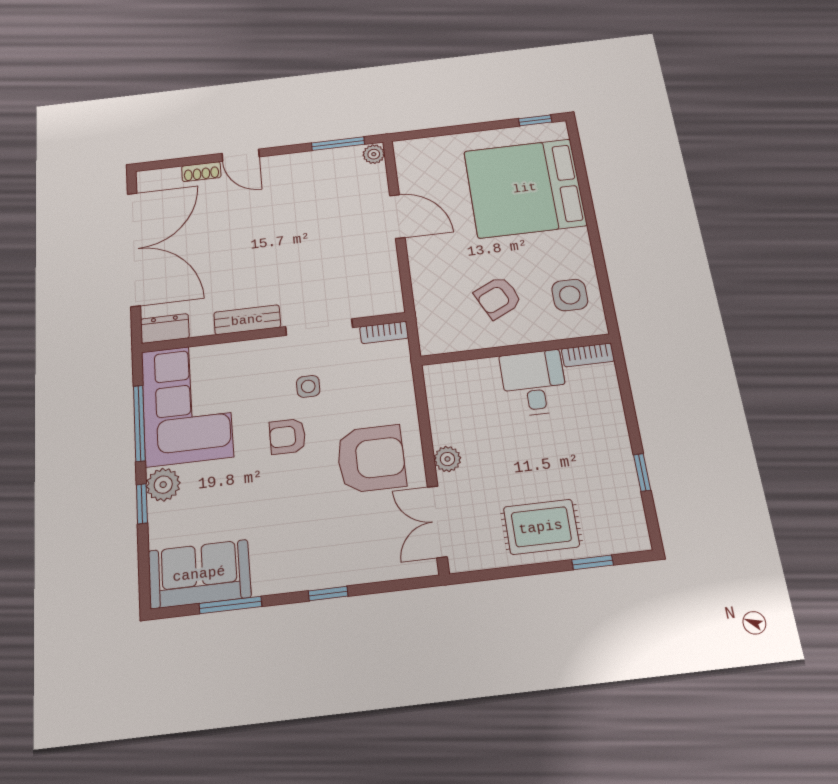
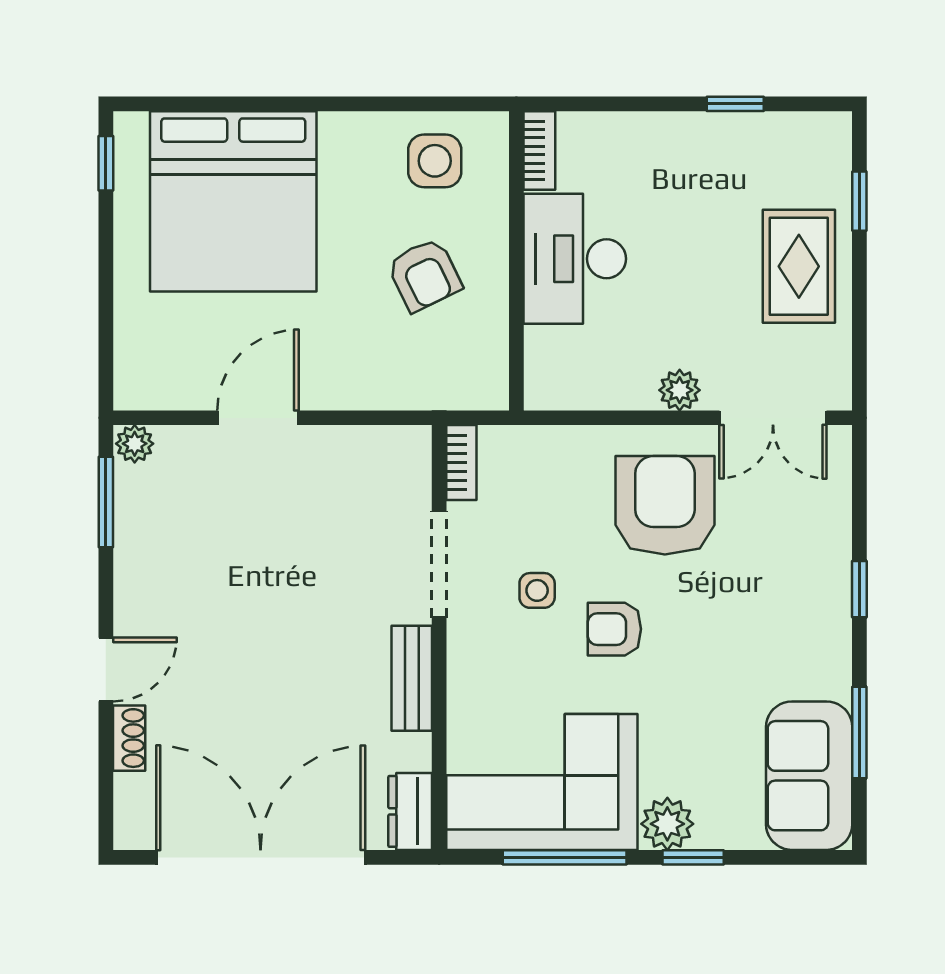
desk: (534, 383) -> (575, 259), width x1.37
armchair: (288, 436) -> (614, 629), turned 90

